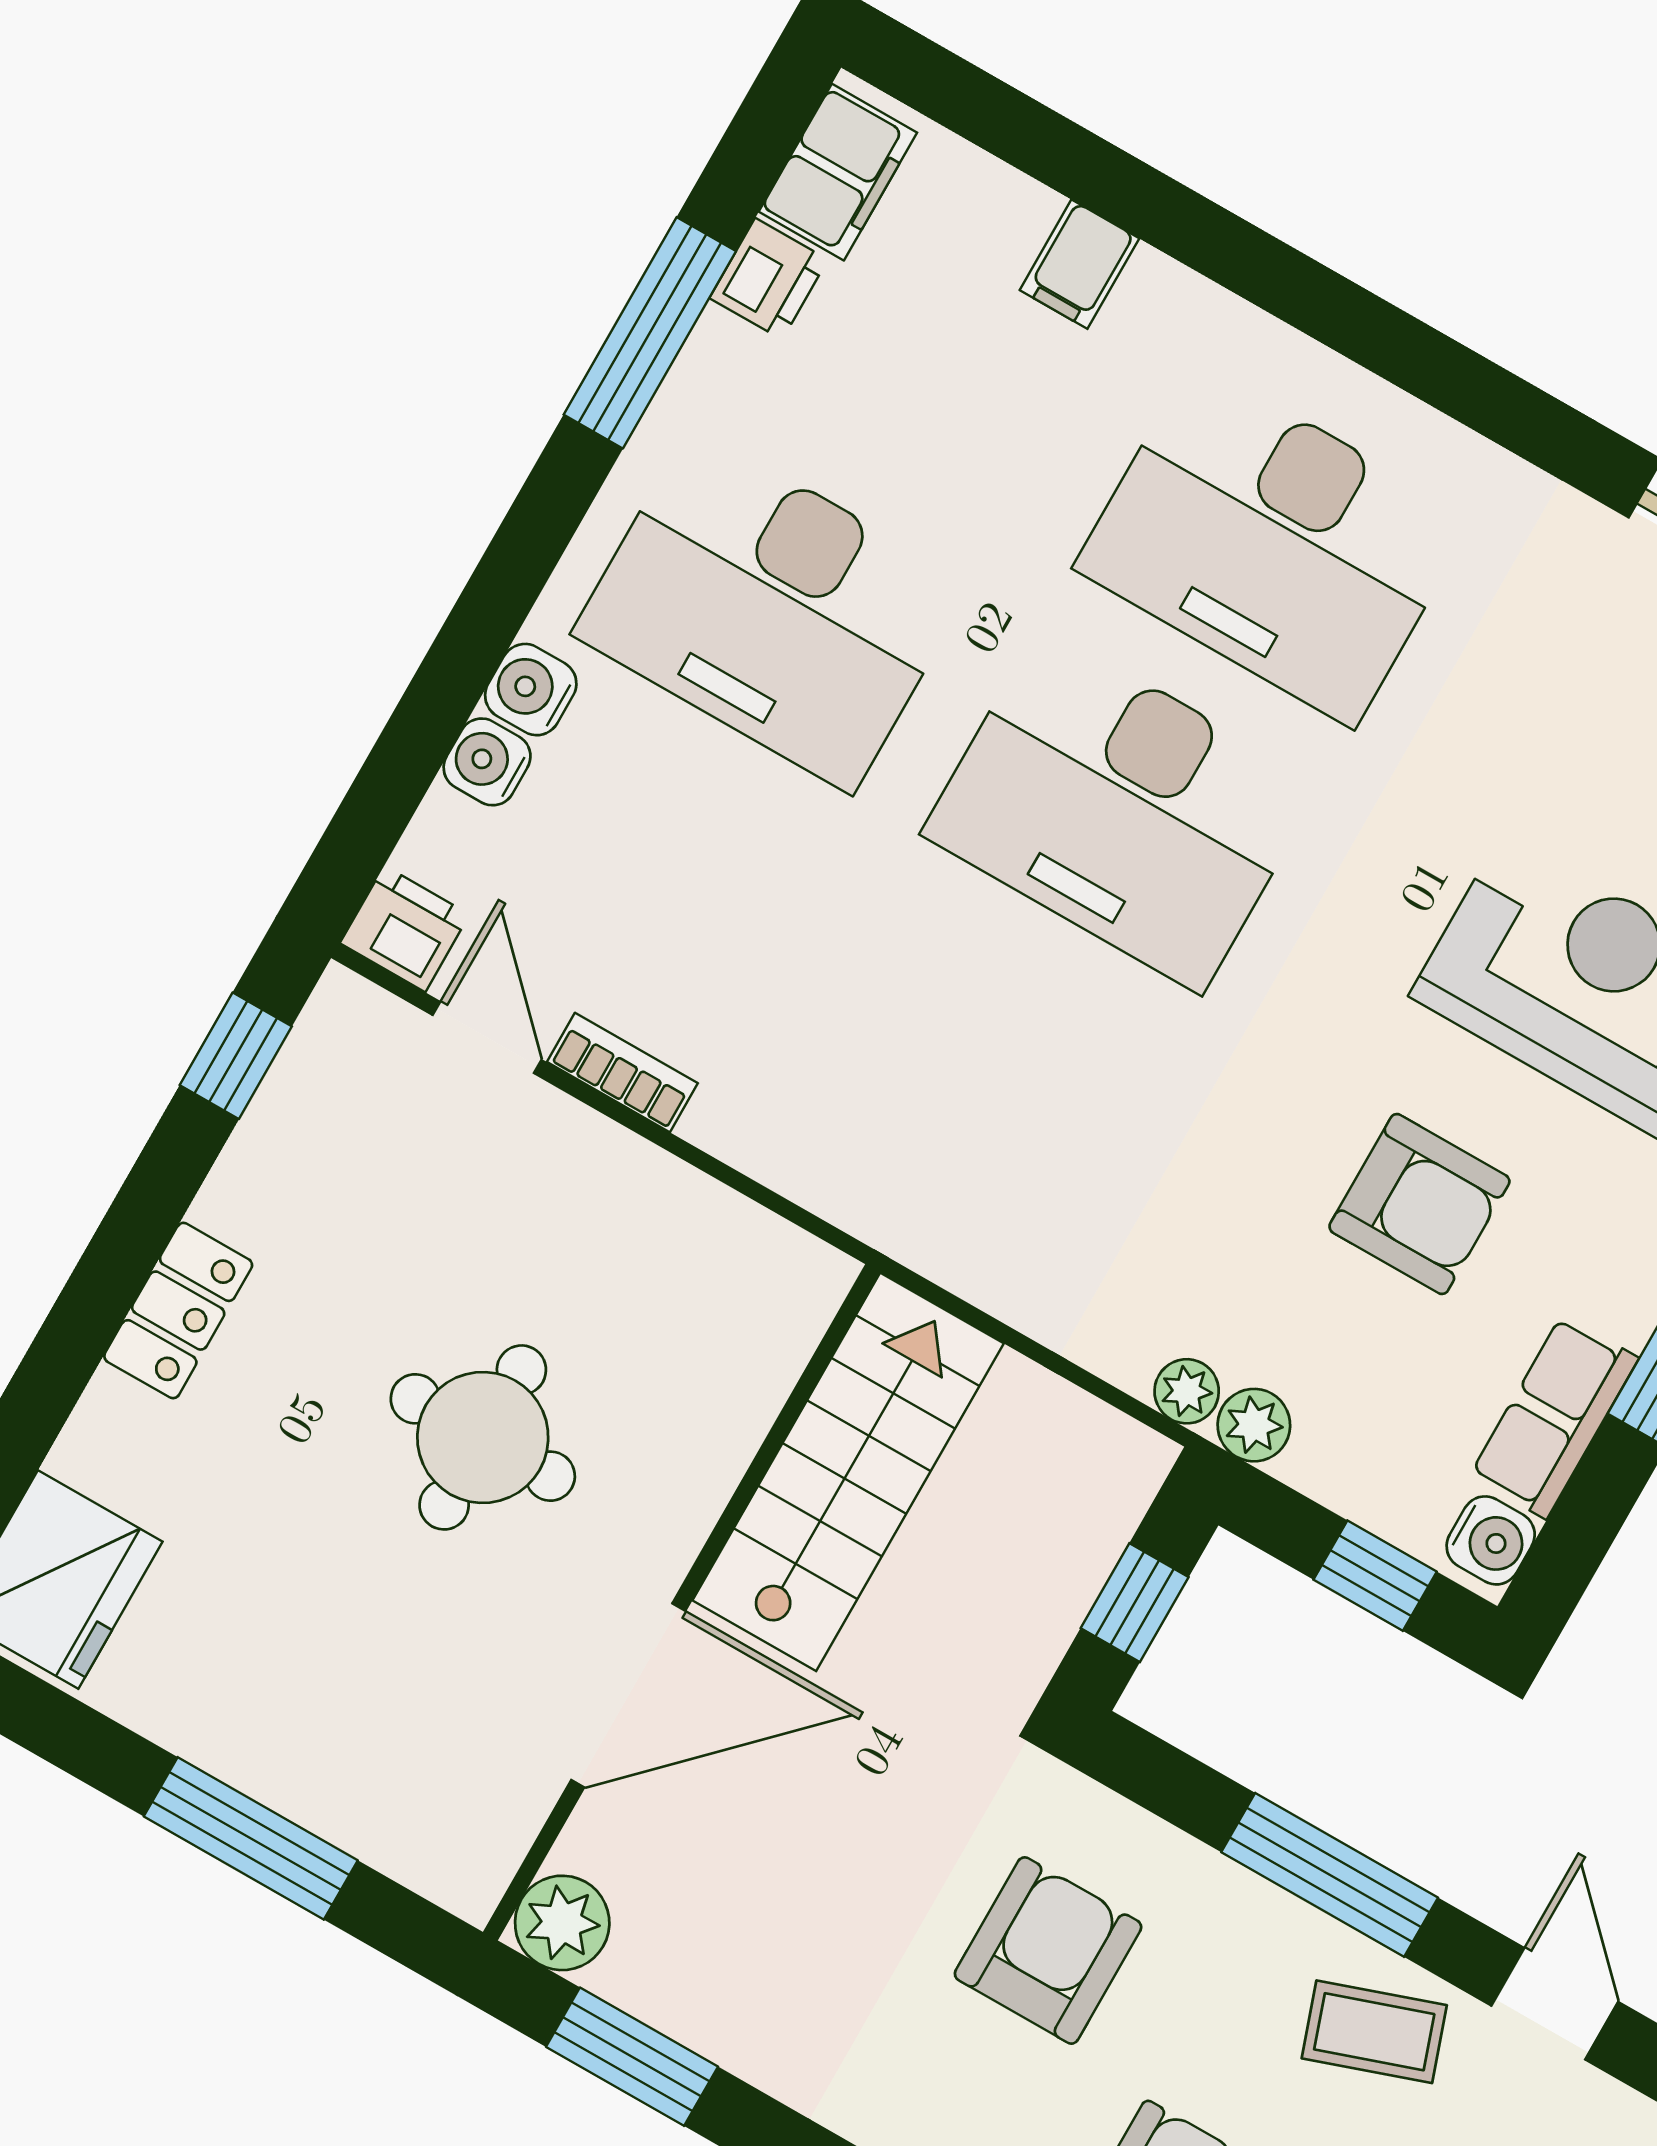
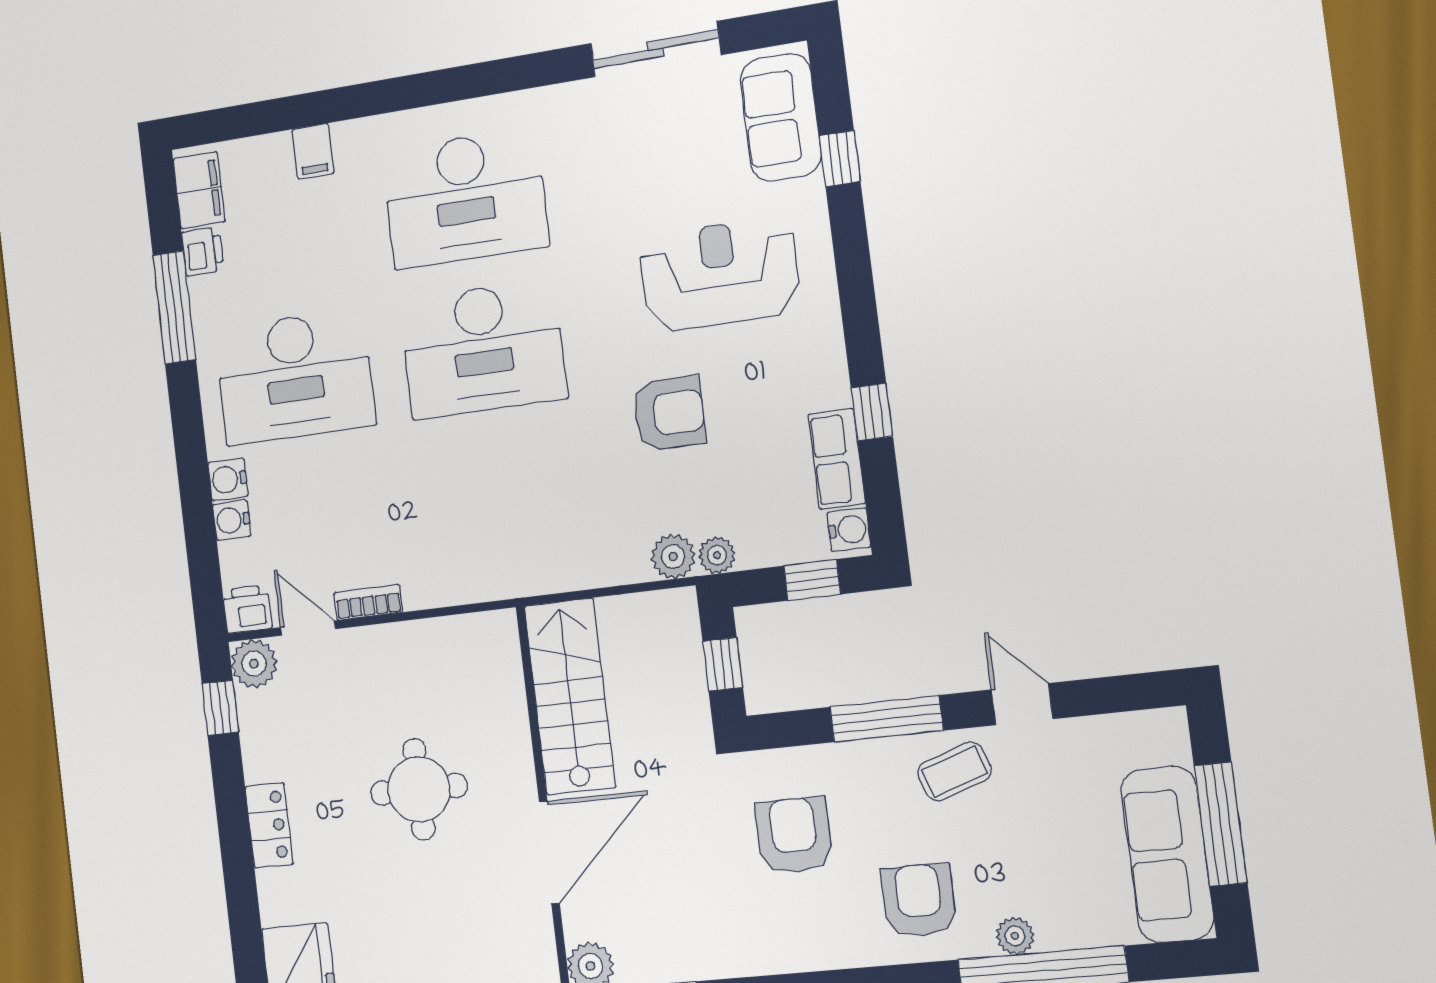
plant: (350, 1027) -> (254, 664), added
armchair: (1419, 1204) -> (669, 413), moved
plant: (1187, 1391) -> (673, 557), width x1.38, depth x1.38

